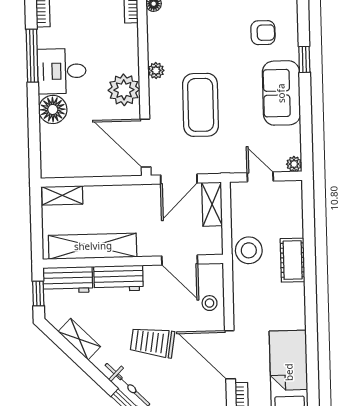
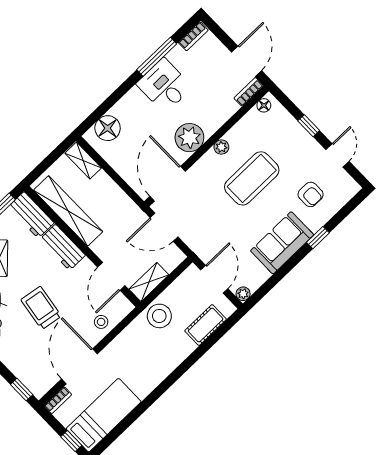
coffee table: (201, 105) -> (252, 178), moved
floor lamp: (53, 109) -> (108, 128), moved
door: (260, 177) -> (214, 279), width x1.38
shelving: (212, 204) -> (149, 282), moved
cot: (293, 260) -> (206, 325), moved

